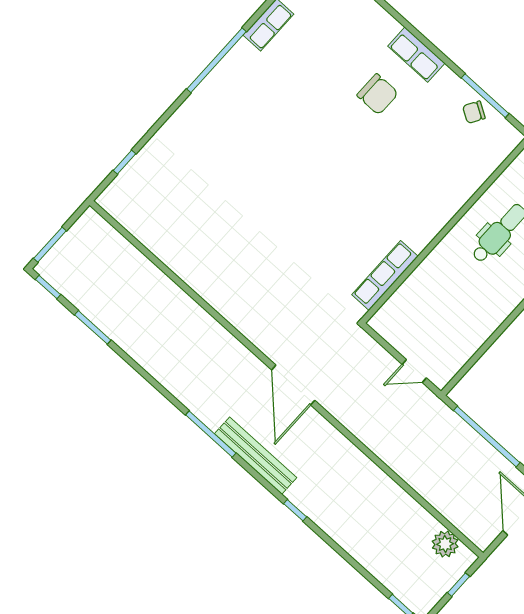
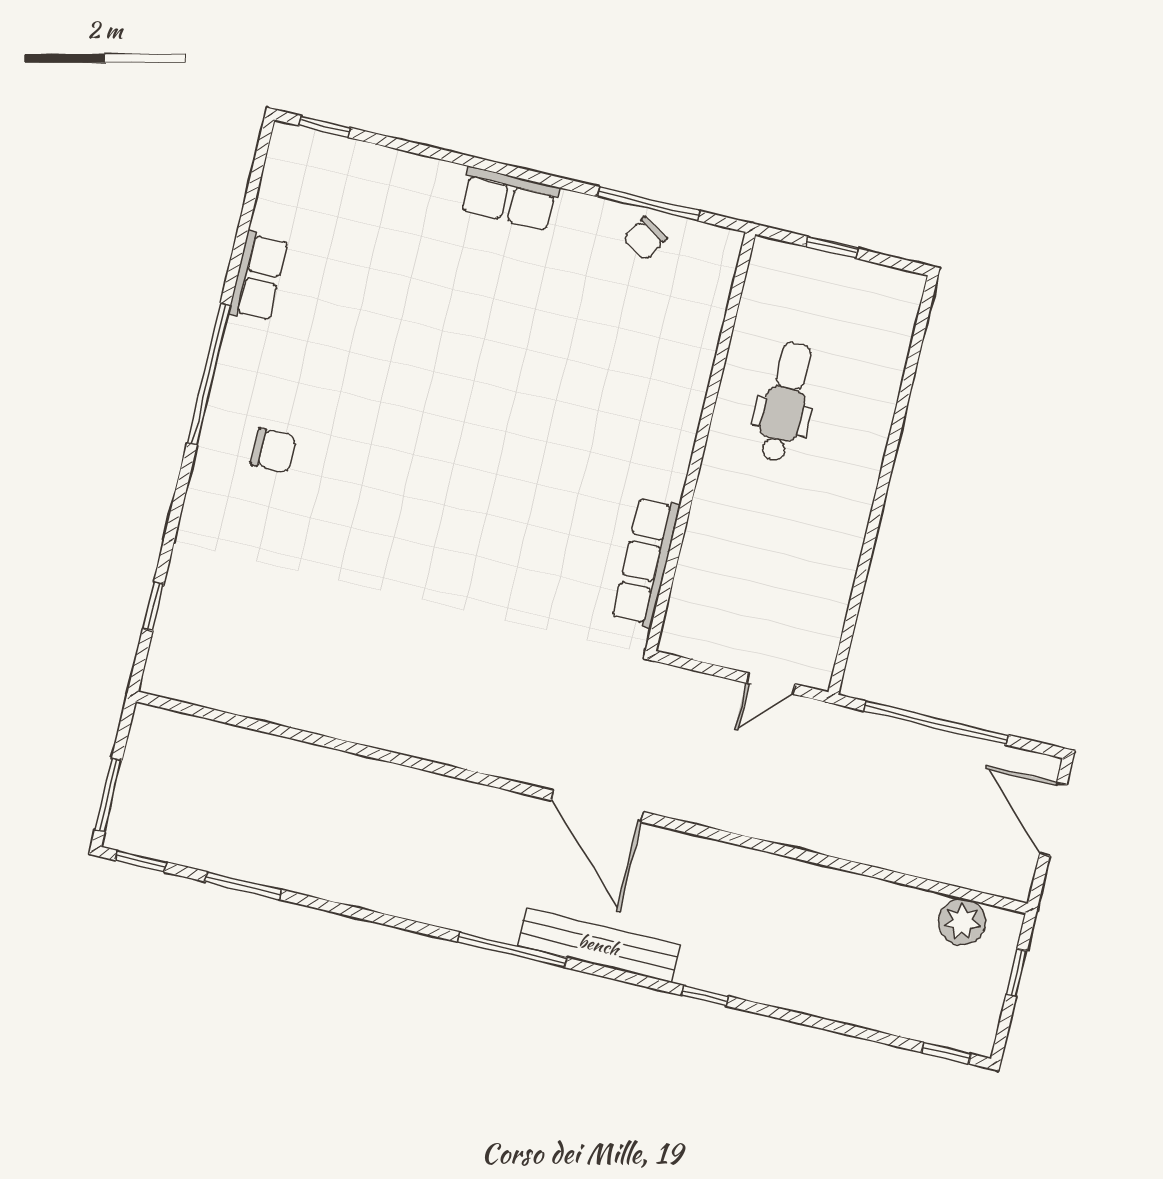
chair: (378, 94) -> (273, 450), moved, width x0.73, depth x0.73

